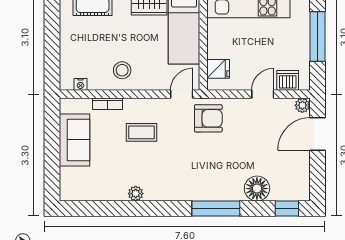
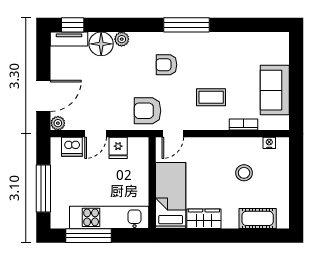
fridge: (218, 69) -> (118, 148), moved, turned -90
stool: (122, 70) -> (244, 173), moved
armchair: (188, 167) -> (166, 65), added
plant: (136, 194) -> (122, 39), moved
tv unit: (291, 194) -> (69, 39), added
window: (216, 208) -> (187, 25), moved

